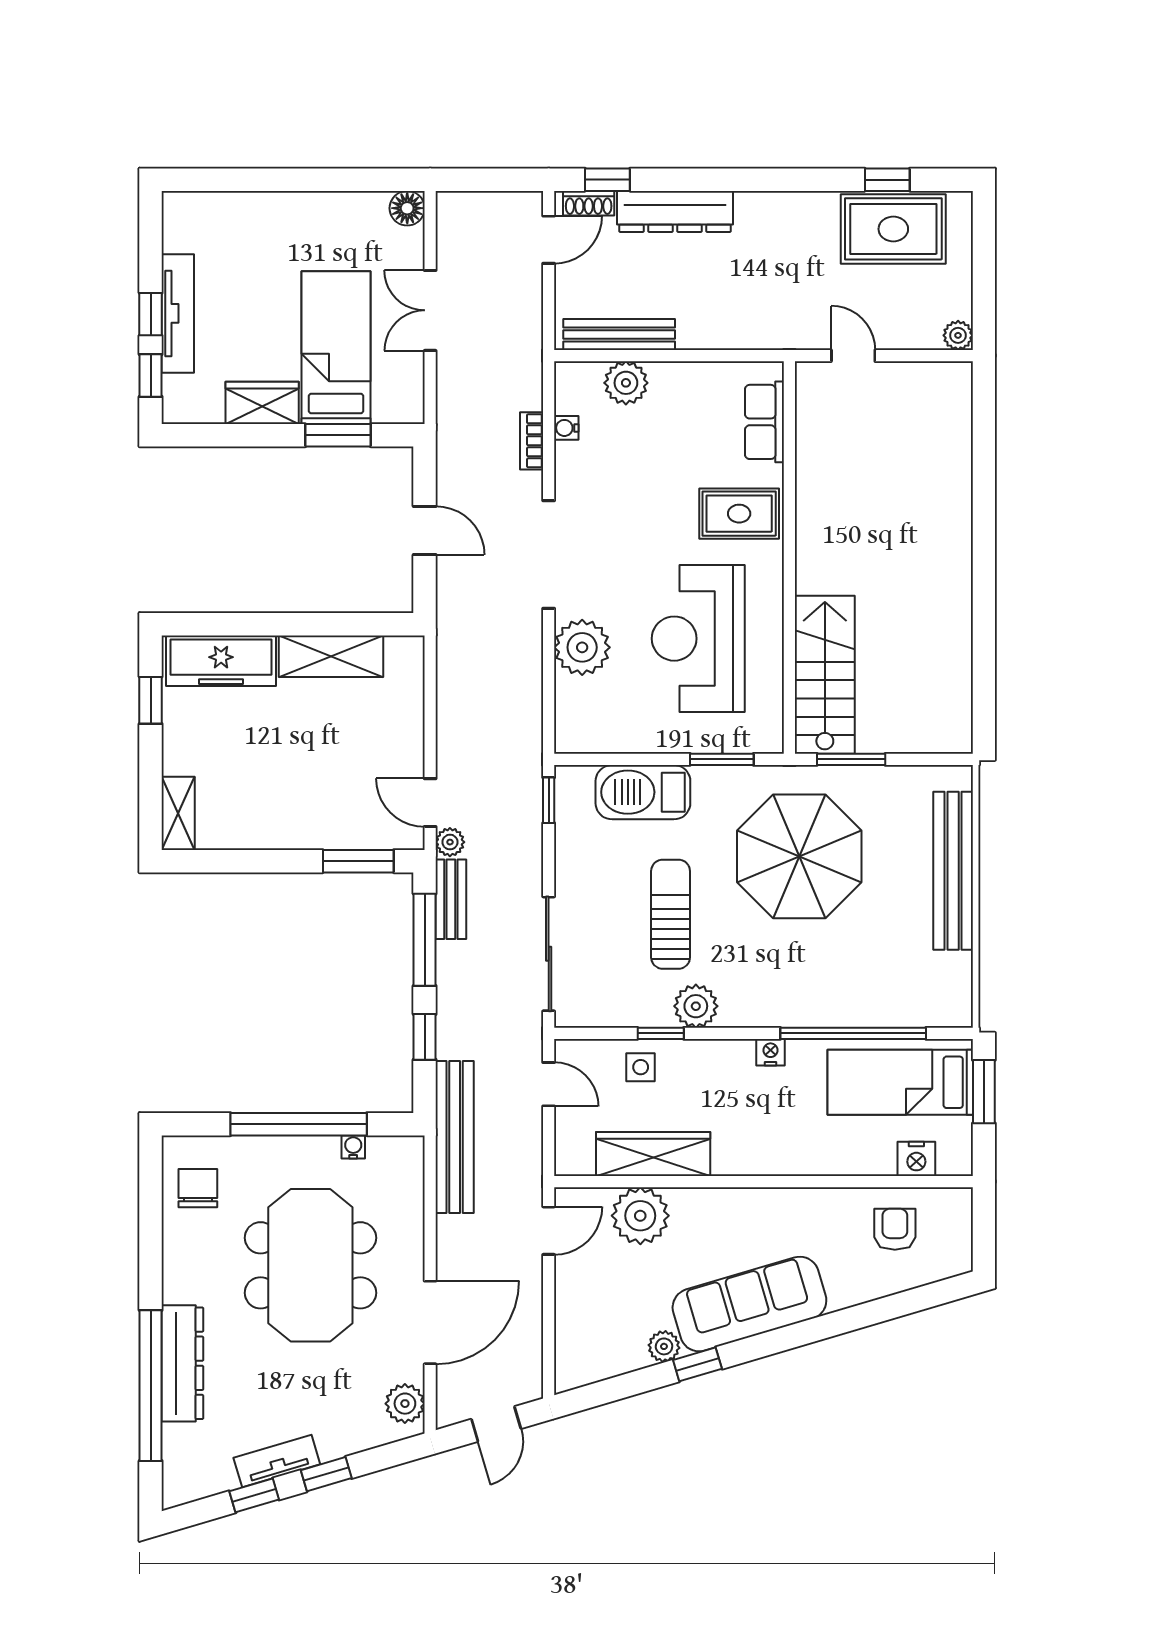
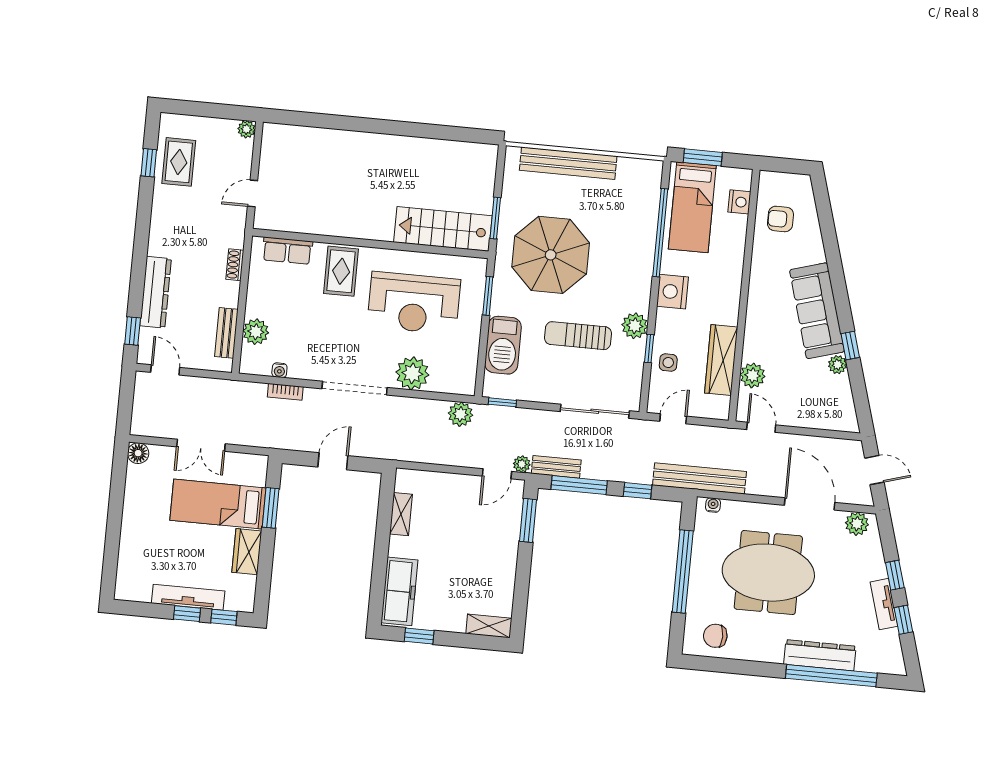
shoe rack: (589, 203) -> (235, 265), moved, turned 180
rug: (893, 229) -> (179, 162), width x0.73, depth x0.70
bench: (619, 334) -> (226, 333), width x0.73
shelving: (331, 656) -> (401, 514), width x0.67, depth x0.75
plant: (523, 733) -> (460, 414), added
nightstand: (771, 1052) -> (672, 292), width x1.89, depth x1.79
water cooler: (353, 1147) -> (713, 505), moved, turned 90
plant: (640, 1216) -> (753, 375), width x0.73, depth x0.73

